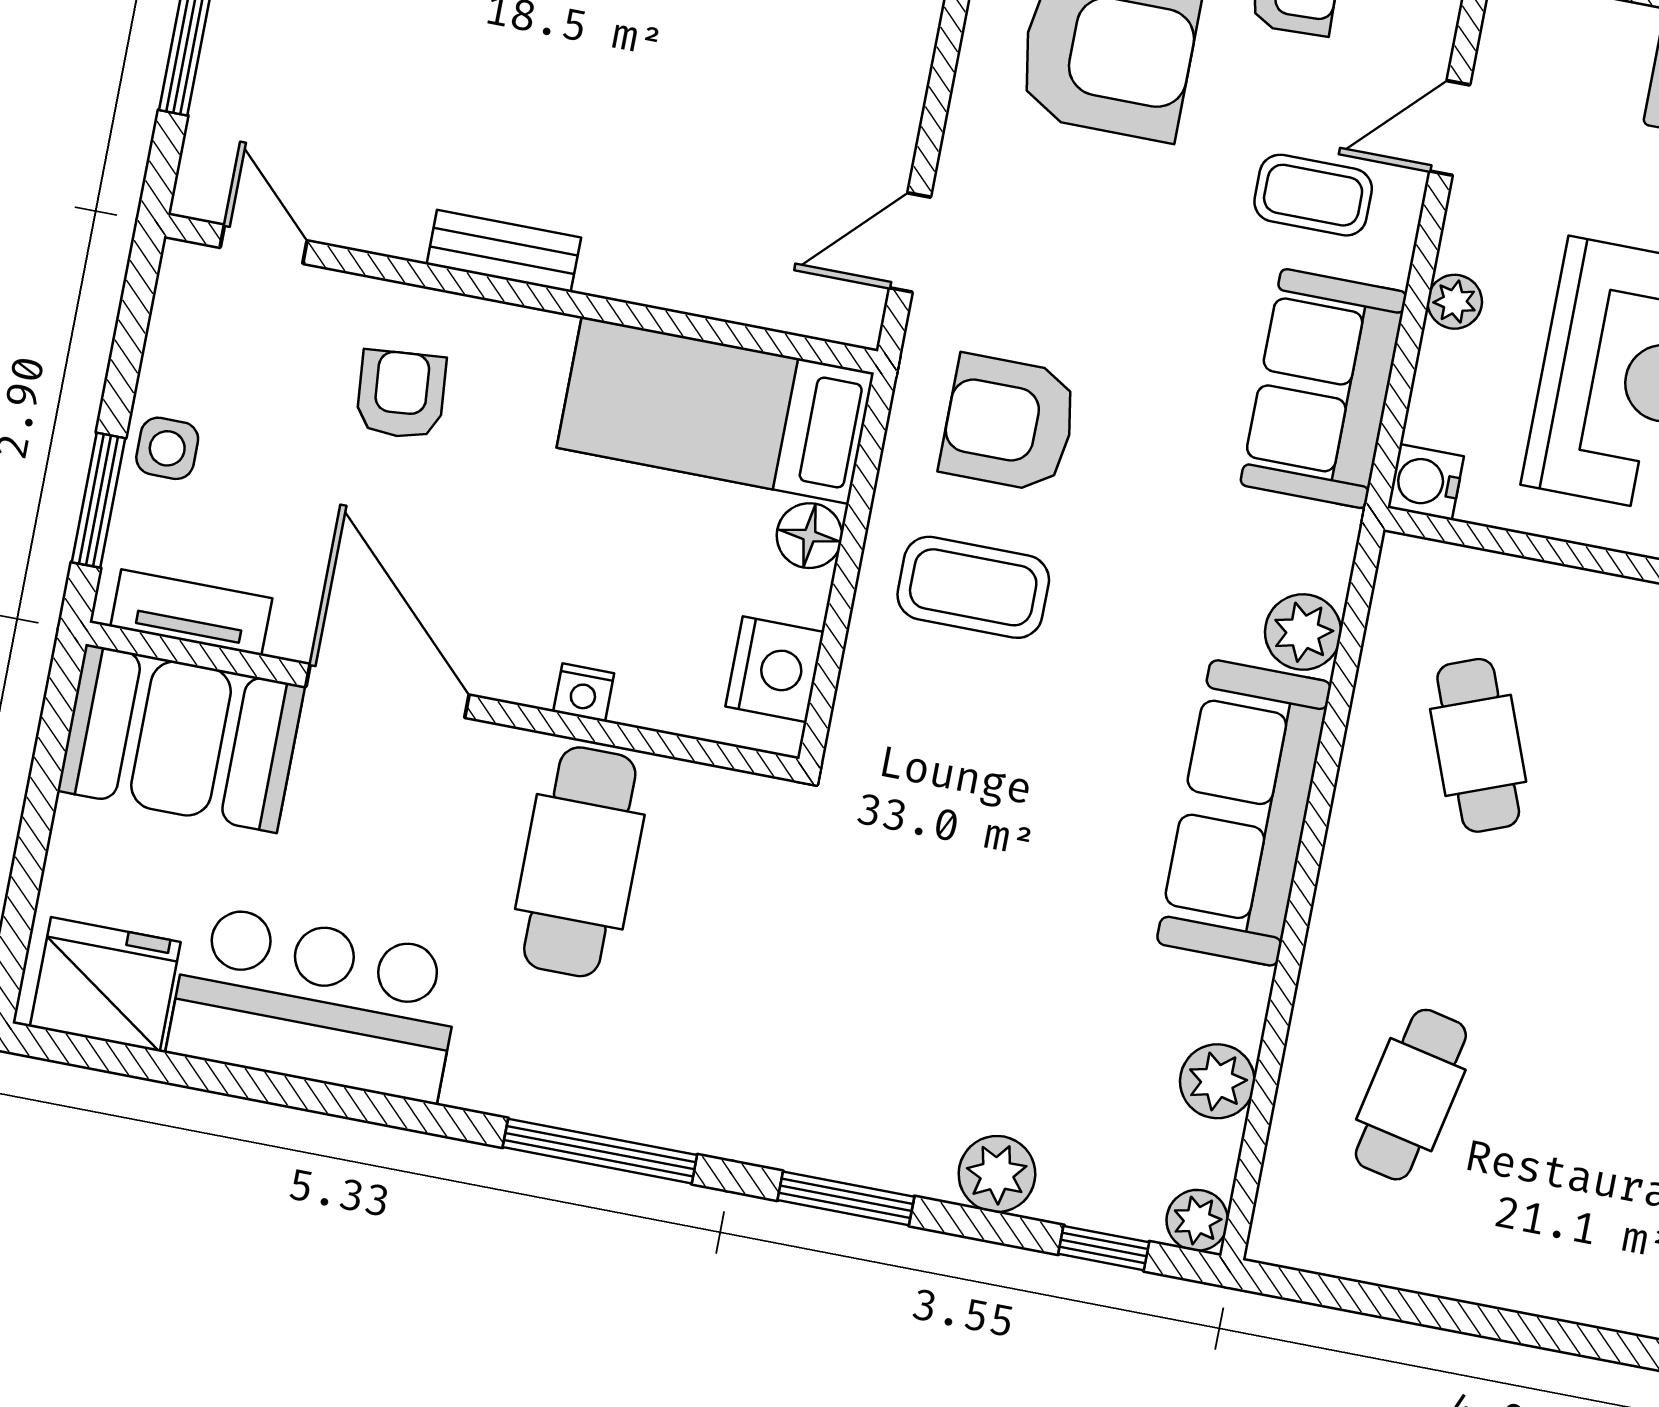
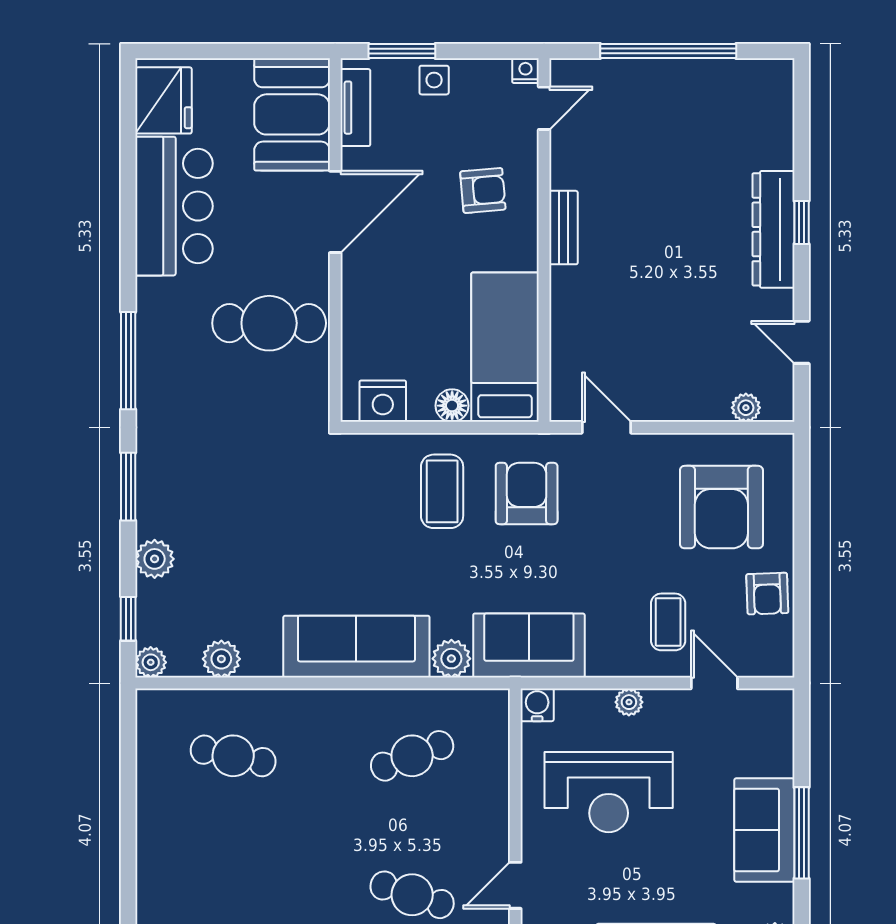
sofa: (1323, 389) -> (529, 645), moved
nightstand: (584, 693) -> (525, 71), moved, turned 90

